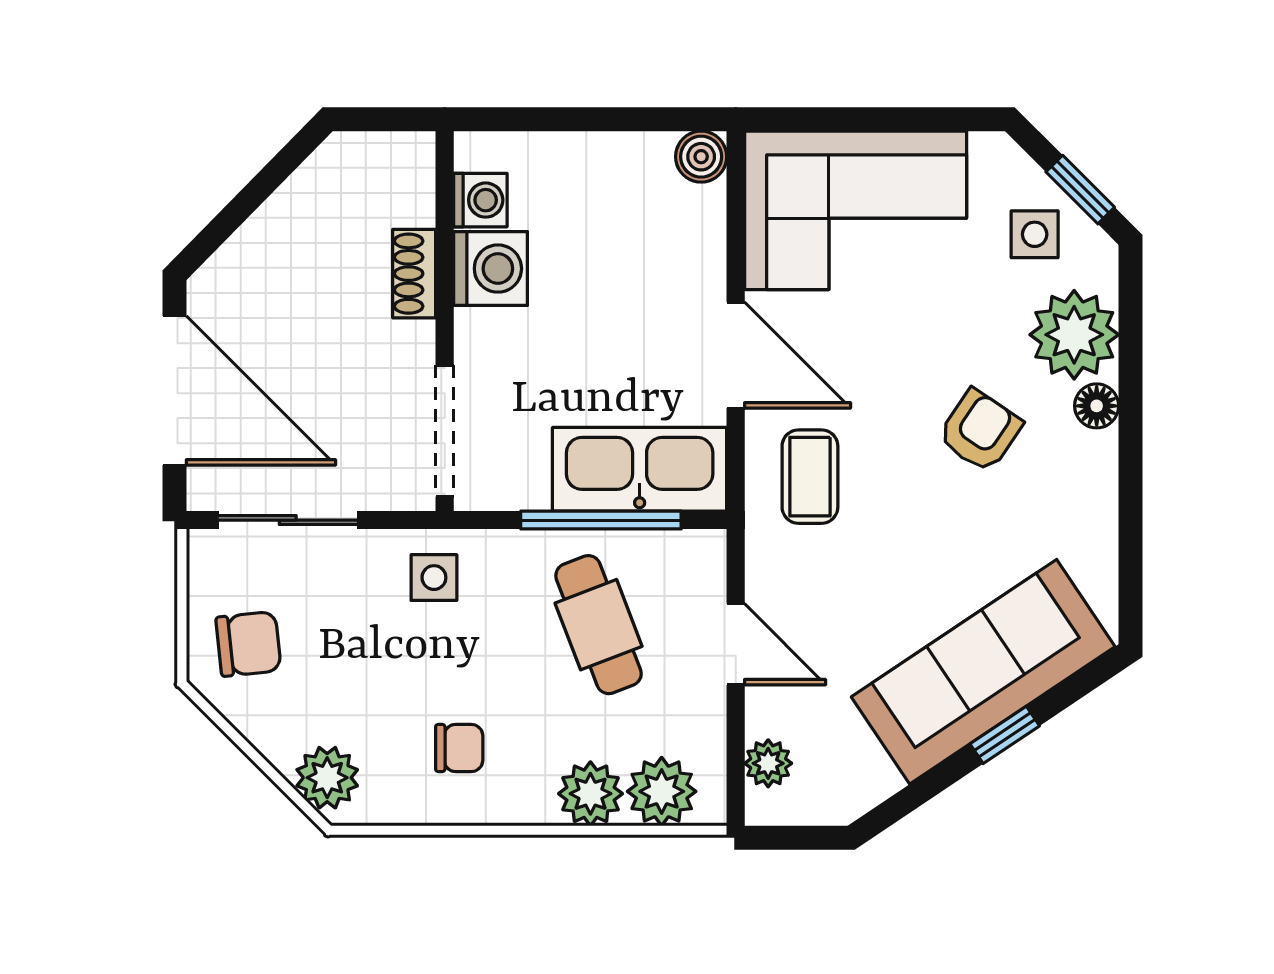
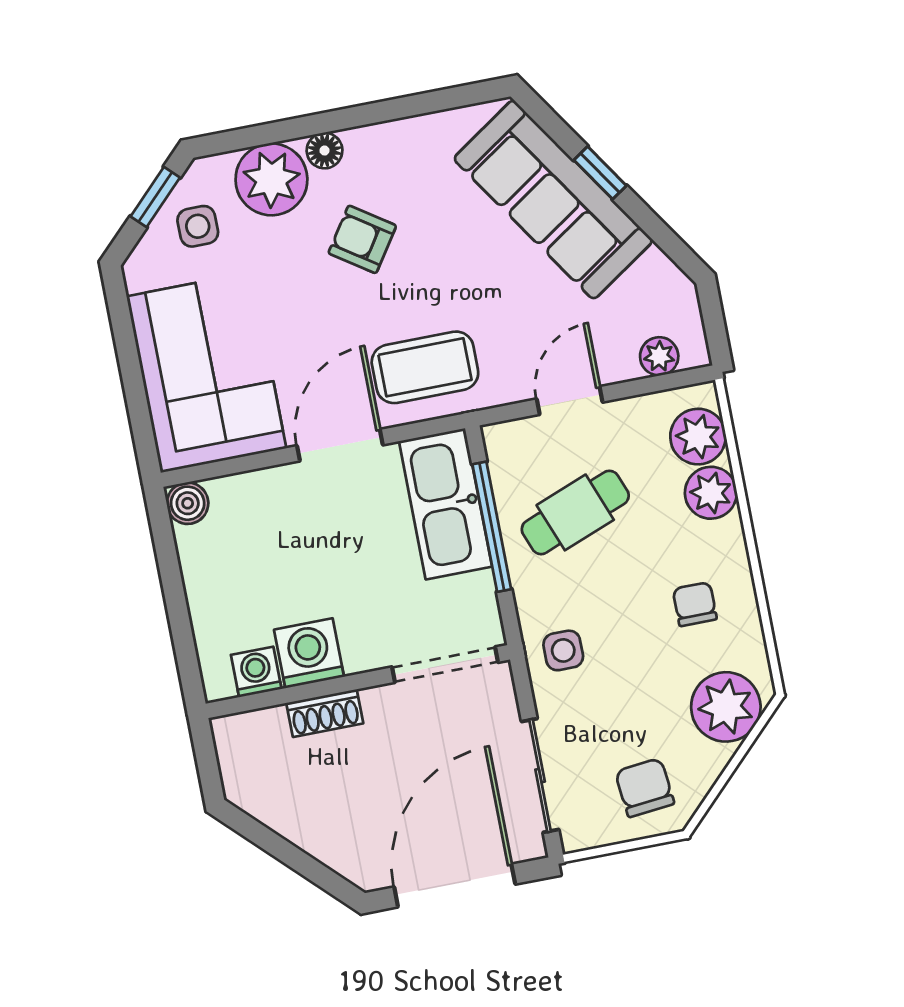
coffee table: (810, 477) -> (425, 367), width x1.36, depth x1.30
plant: (327, 778) -> (726, 707), width x1.36, depth x1.36

